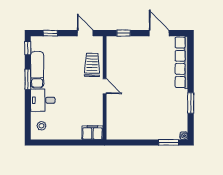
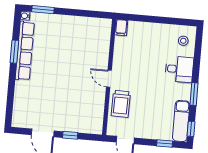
window: (123, 33) -> (70, 135), moved
row of seats: (181, 62) -> (25, 51), moved
exam couch: (37, 70) -> (181, 121), moved
filing cabinet: (92, 133) -> (121, 28), width x0.50

